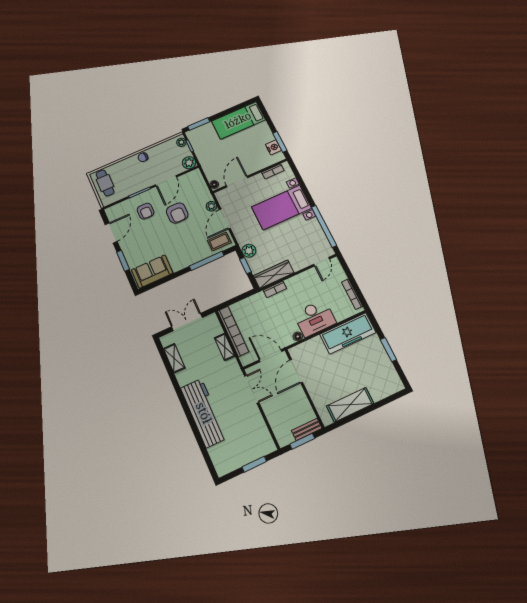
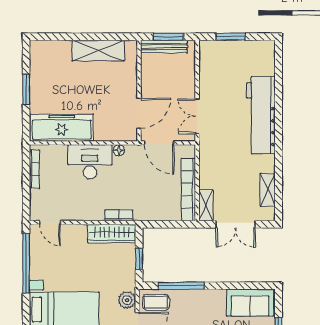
plant: (249, 251) -> (127, 300), moved
door: (322, 262) -> (50, 223), swing flipped
shelving: (225, 347) -> (206, 205), moved
bench: (307, 429) -> (164, 47), width x1.36

